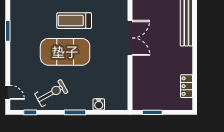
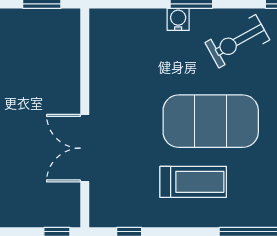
water cooler: (99, 104) -> (178, 19), moved

